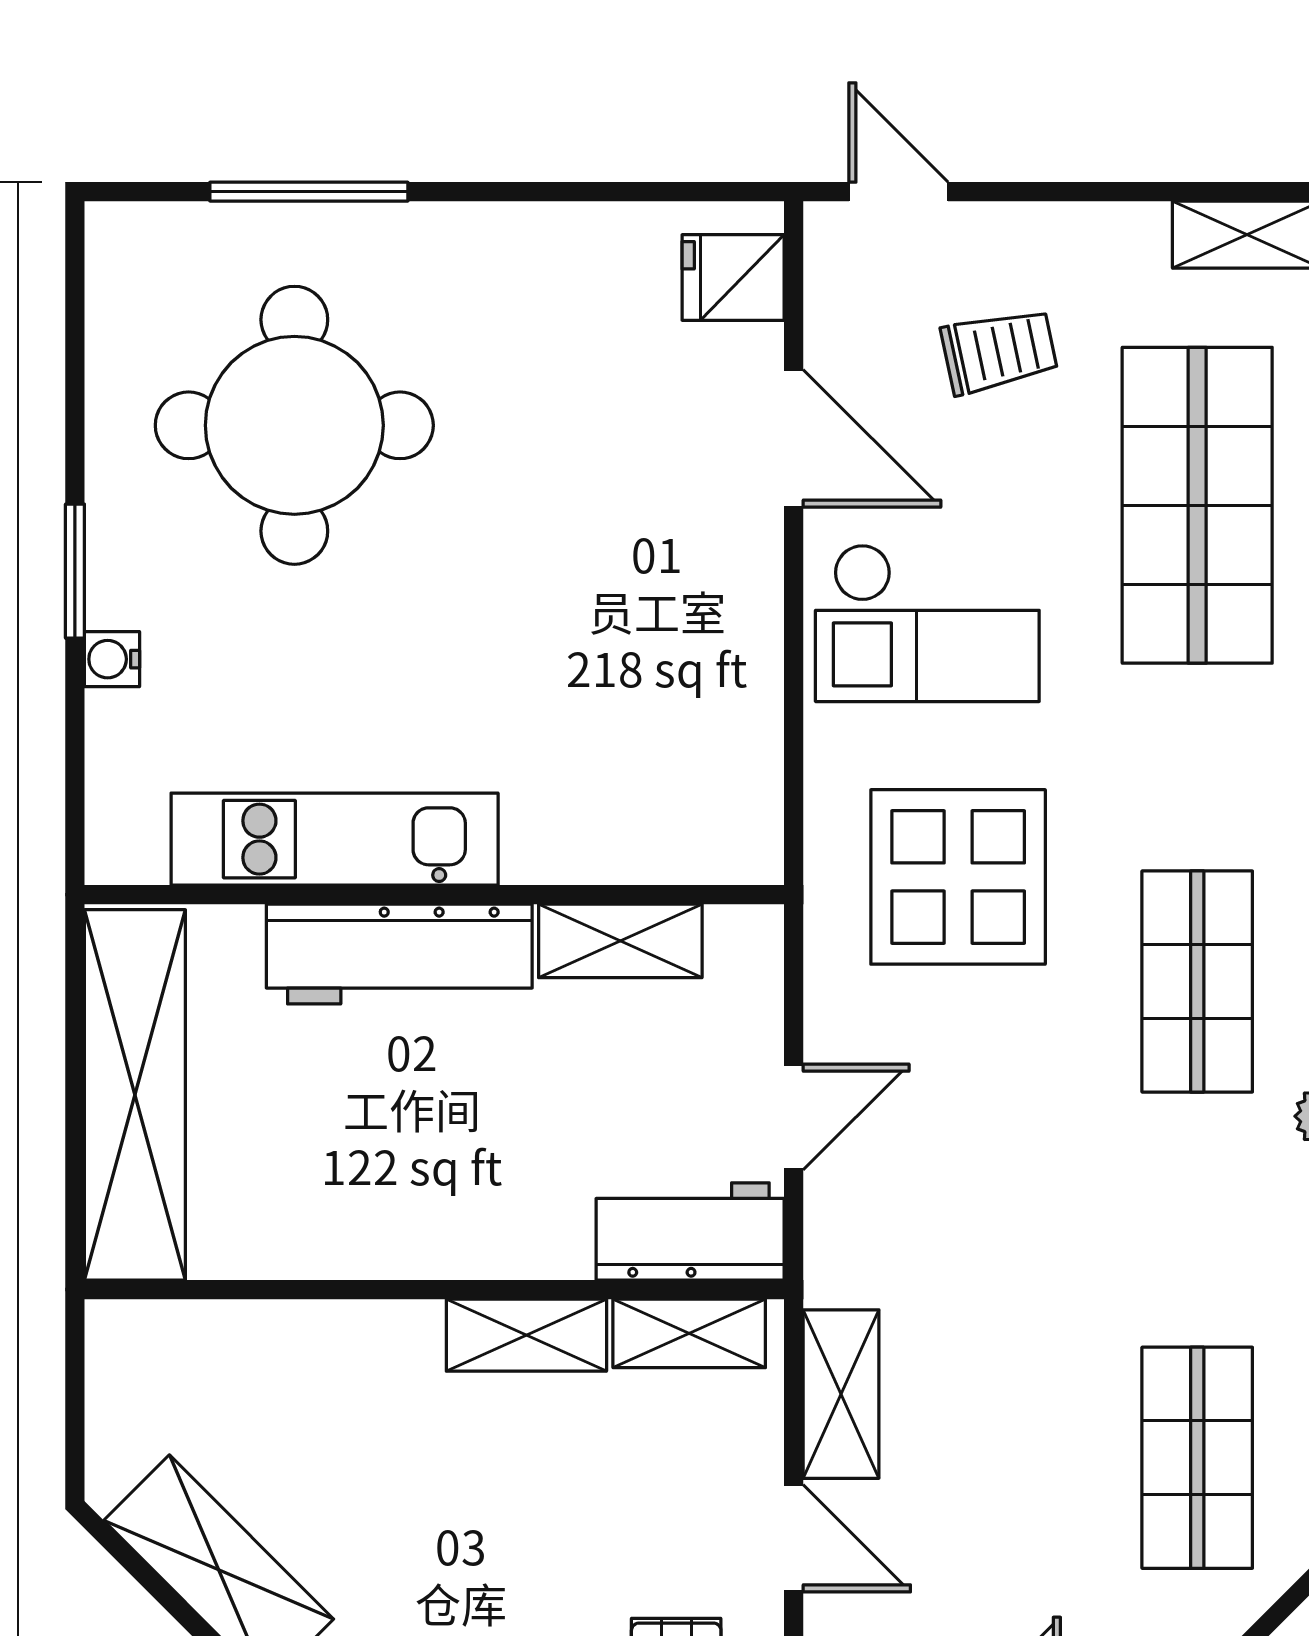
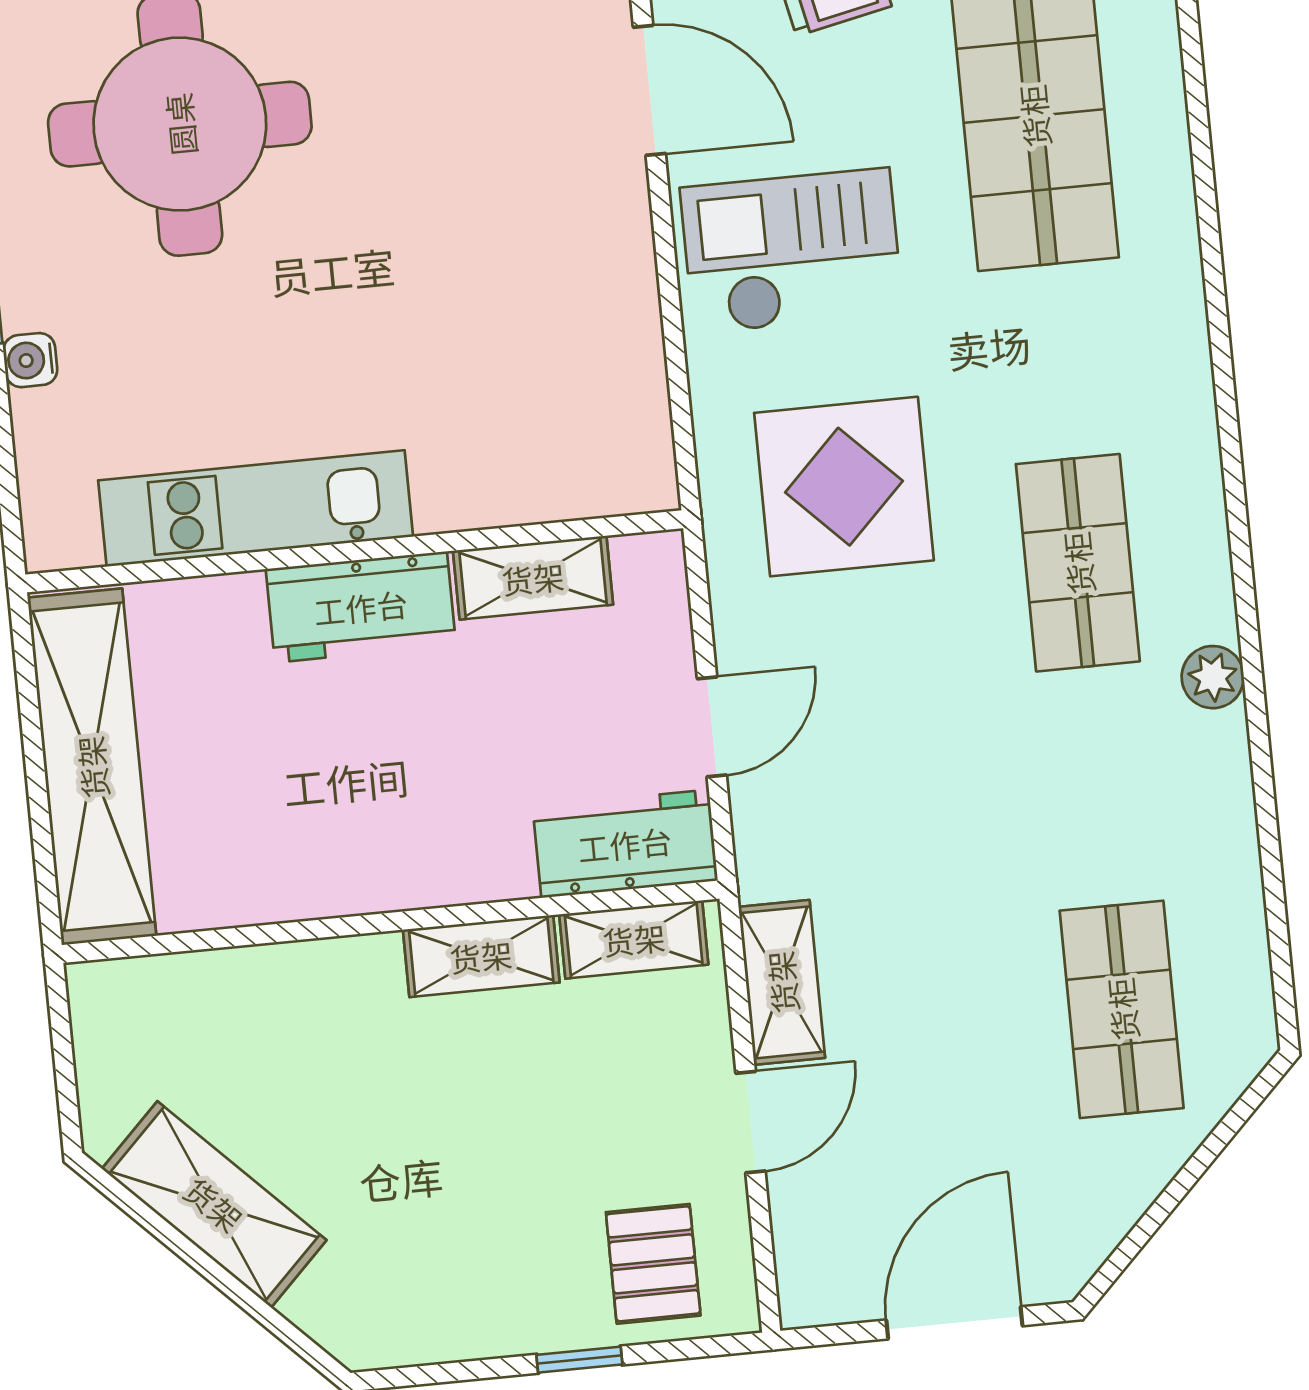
checkout: (927, 623) -> (792, 251), turned 180
workbench: (399, 954) -> (361, 607), width x0.73
door: (794, 1538) -> (751, 1122), hinge flipped

